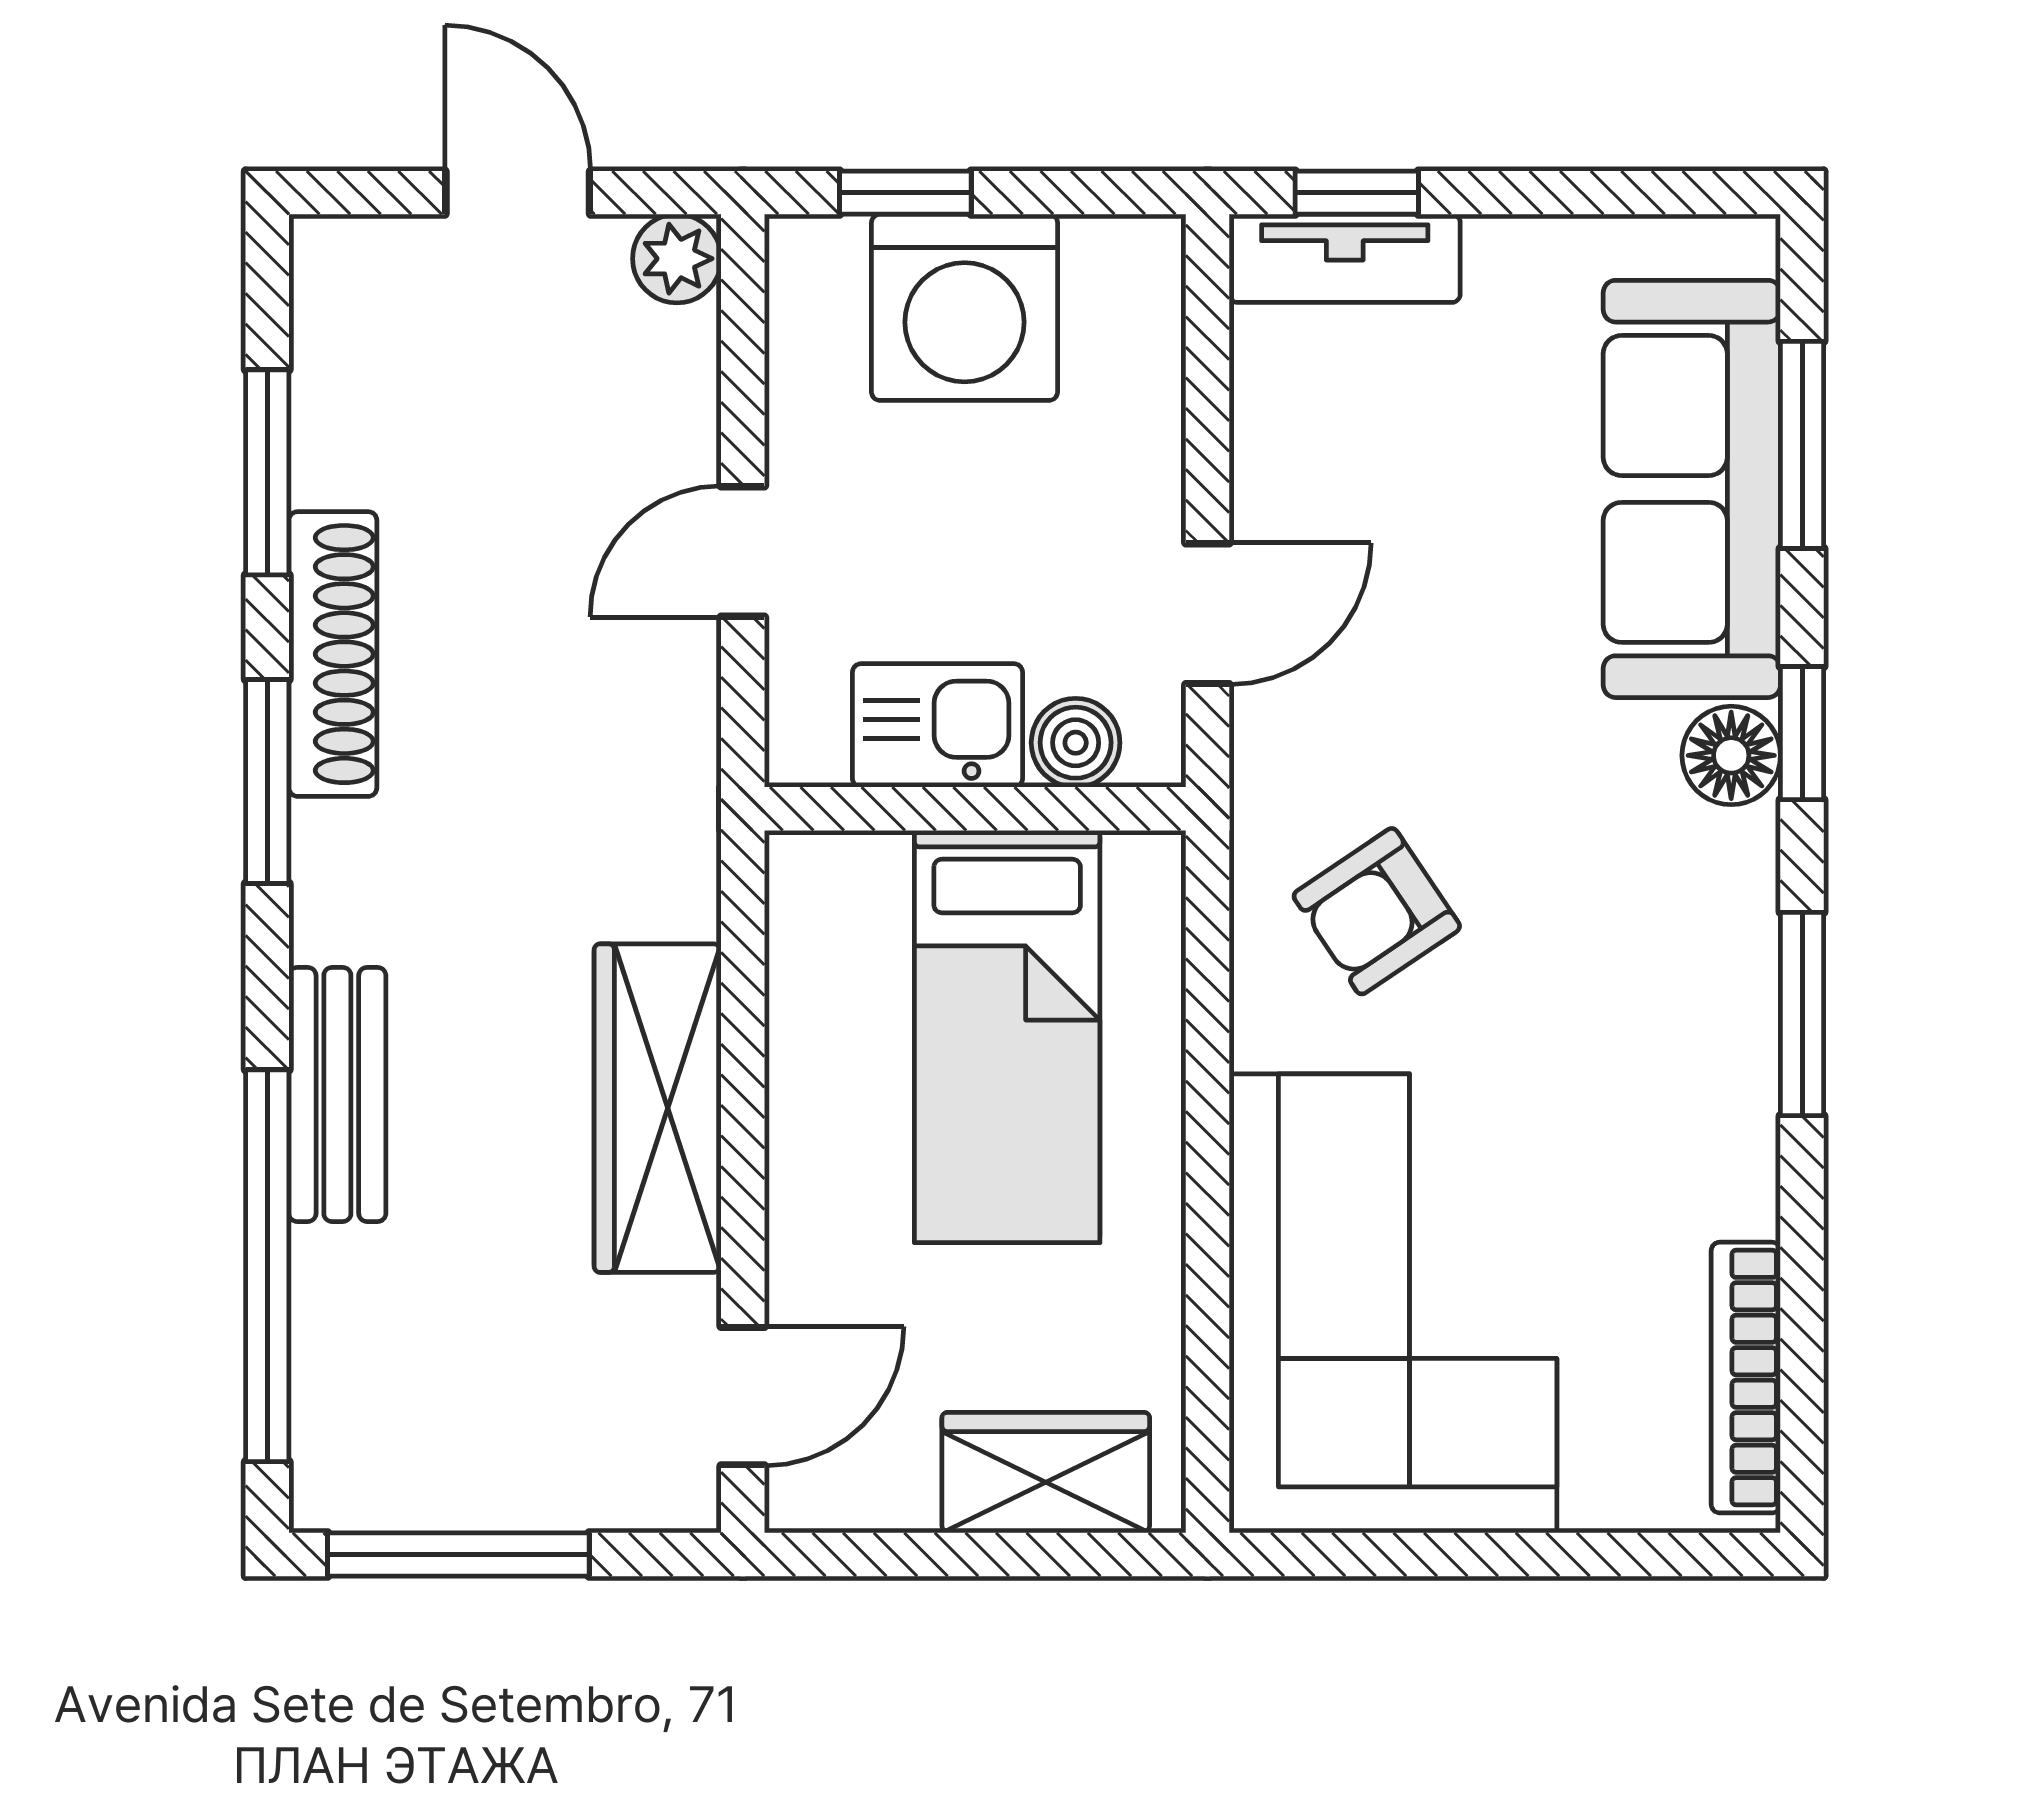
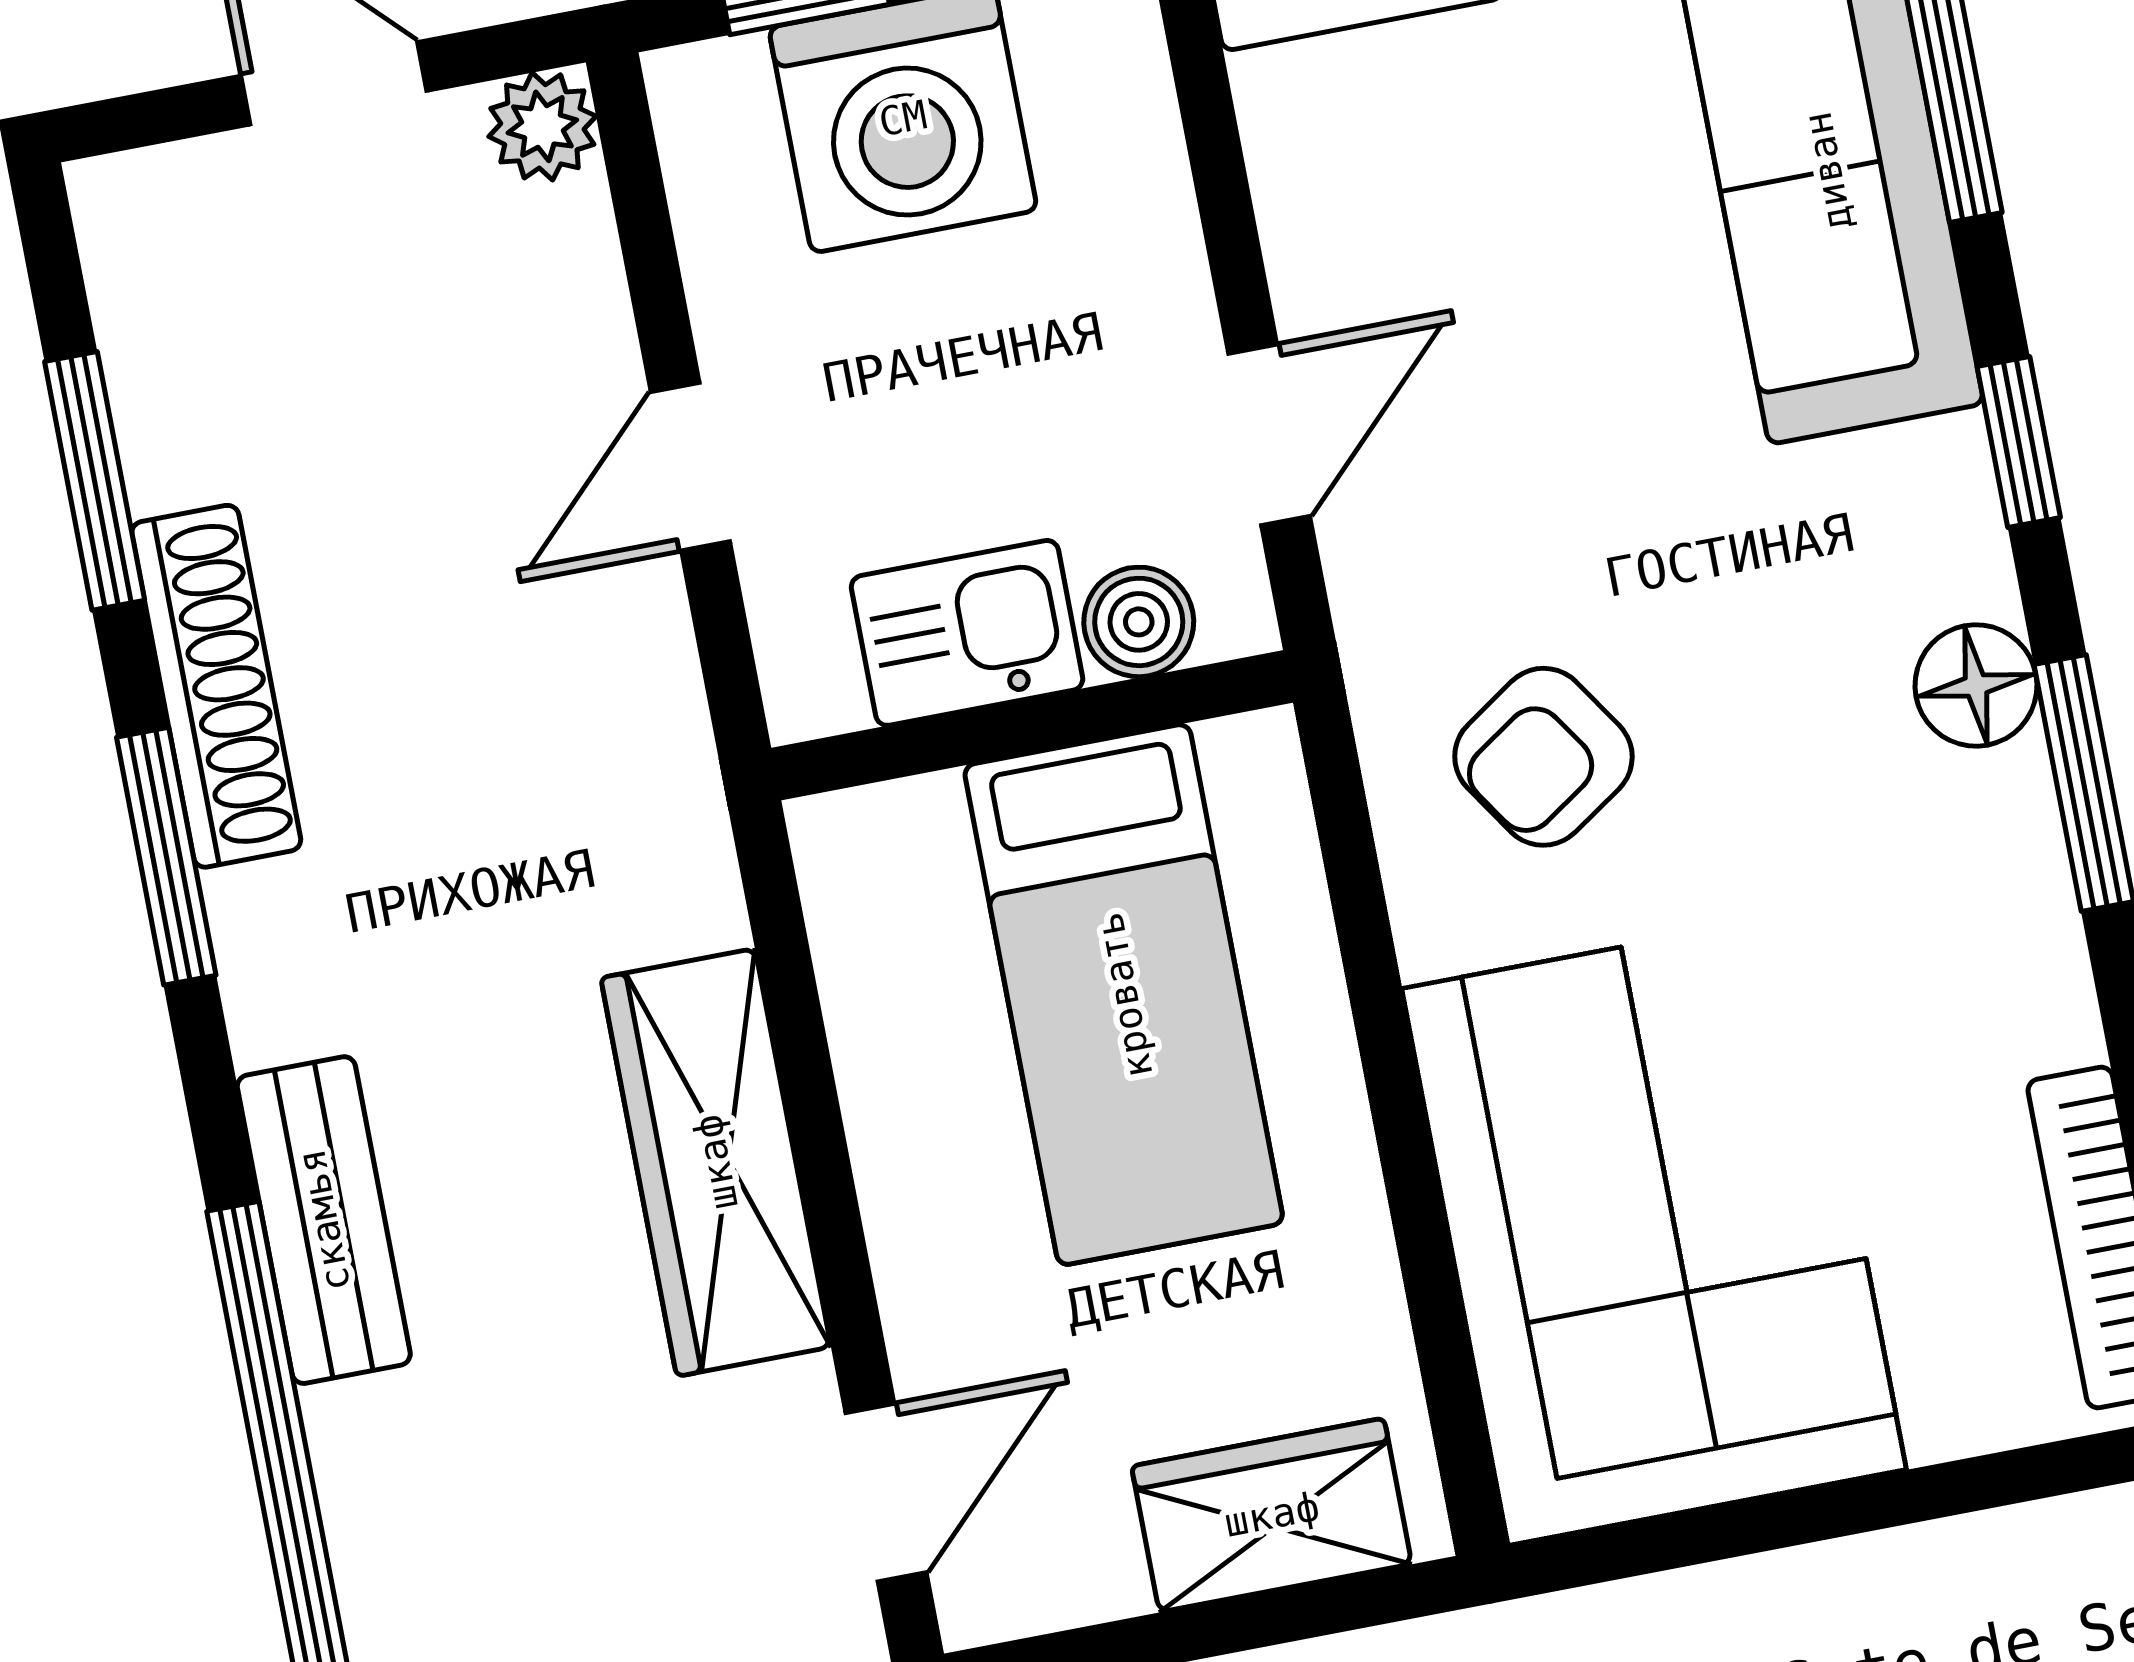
floor lamp: (1731, 755) -> (1976, 685), moved

